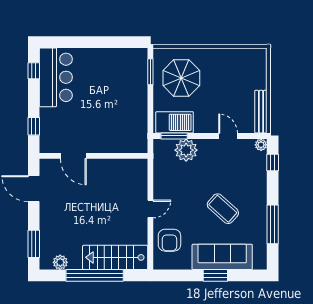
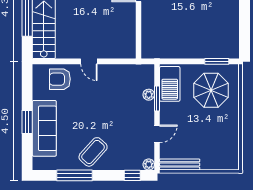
window: (174, 136) -> (157, 98), moved
plant: (186, 150) -> (149, 95), width x0.53, depth x0.53
coffee table: (223, 209) -> (93, 152), moved

